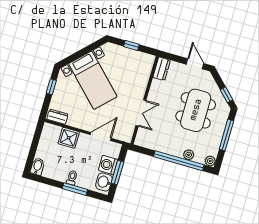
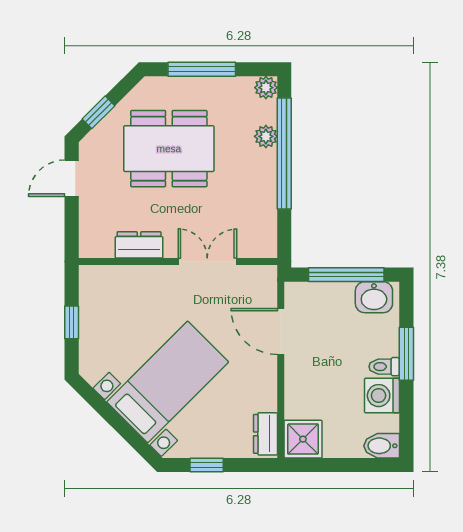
dresser: (162, 69) -> (139, 245), moved
window: (227, 95) -> (99, 112), moved
shower: (69, 138) -> (303, 439), moved
washing machine: (108, 165) -> (382, 396), moved, turned 90
window: (117, 173) -> (346, 275), width x1.44

